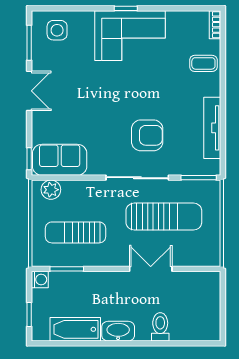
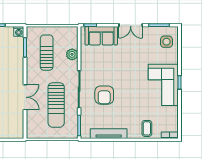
sofa: (60, 160) -> (101, 36), moved, turned 90
plant: (51, 190) -> (72, 54), moved

